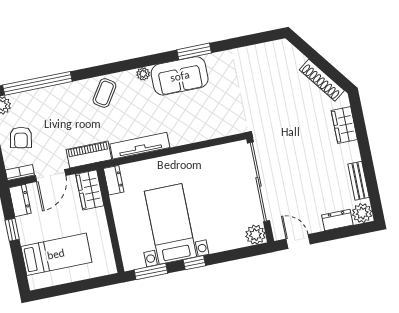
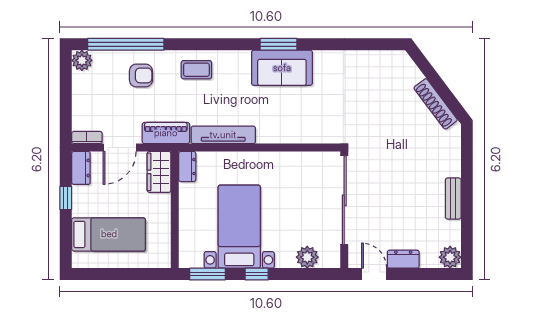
window: (194, 51) -> (278, 44), moved
plant: (143, 74) -> (243, 57), removed
coffee table: (104, 93) -> (196, 70), turned 57
wardrobe: (344, 125) -> (450, 158), removed
armchair: (21, 138) -> (141, 75), moved, turned -101
bench: (358, 181) -> (453, 199), moved
dresser: (337, 220) -> (403, 259), moved
plant: (255, 235) -> (307, 257), moved

